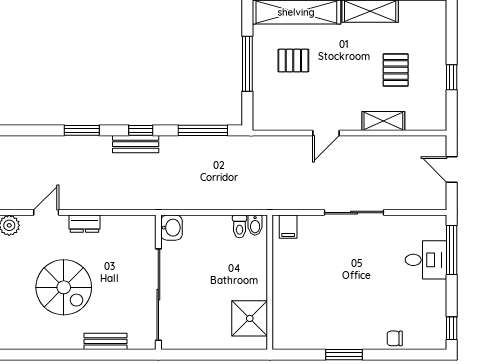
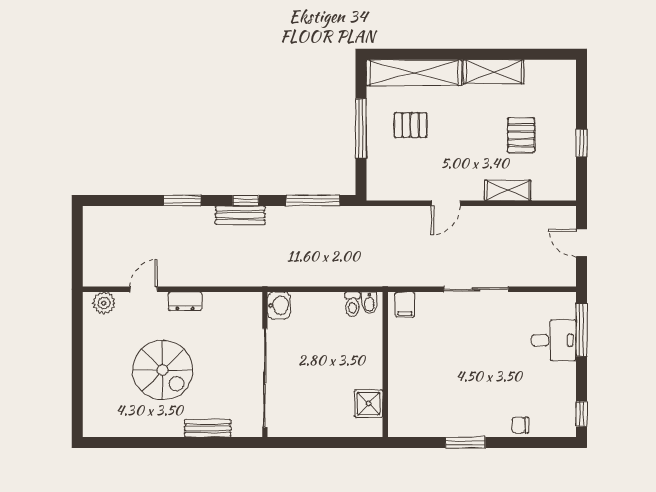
shower: (250, 318) -> (369, 404), width x0.73, depth x0.73

